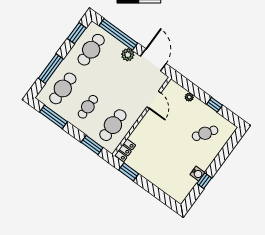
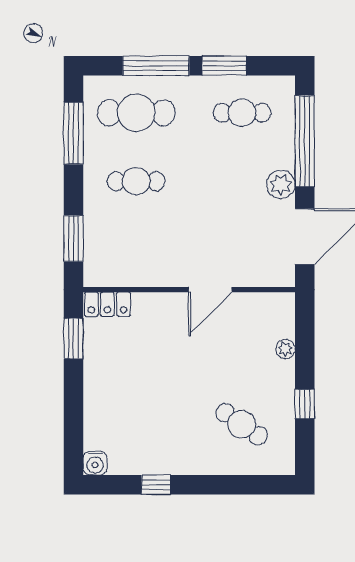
window: (77, 33) -> (224, 66), moved
cafe table: (91, 50) -> (242, 113), width x0.73, depth x0.74
door: (154, 100) -> (210, 290), moved
cafe table: (113, 125) -> (136, 250), removed
water cooler: (197, 174) -> (95, 463), moved

